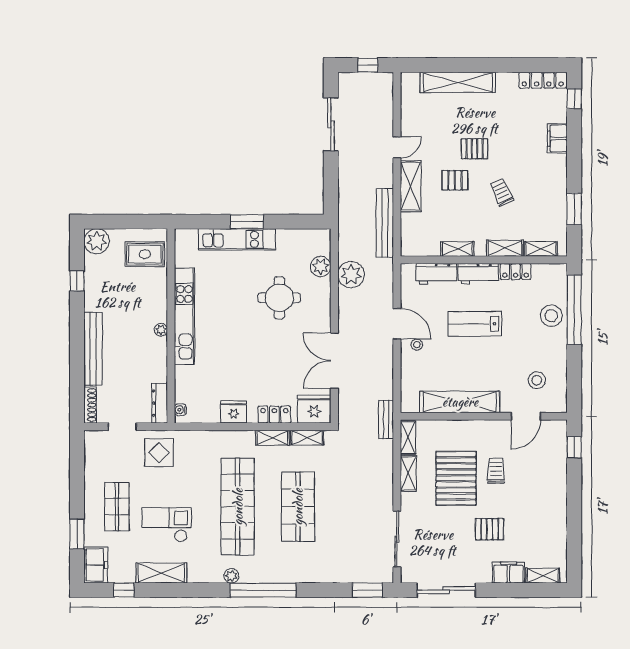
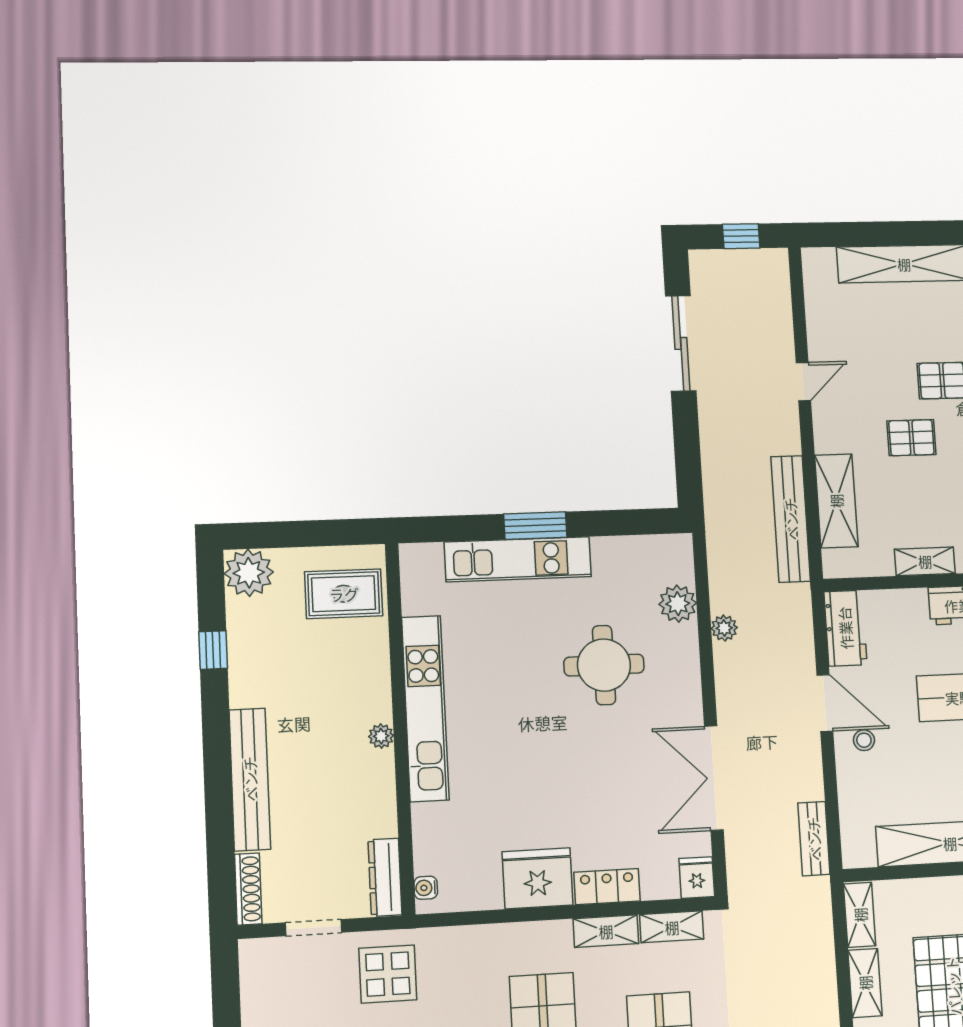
shelving: (411, 186) -> (836, 501), moved
workbench: (436, 274) -> (845, 628), moved, turned -90
plant: (351, 275) -> (724, 628), width x0.53, depth x0.53
fridge: (314, 409) -> (697, 878), width x0.53, depth x0.75
fridge: (234, 412) -> (538, 878), width x1.36, depth x1.34
bench: (386, 419) -> (814, 839), moved

